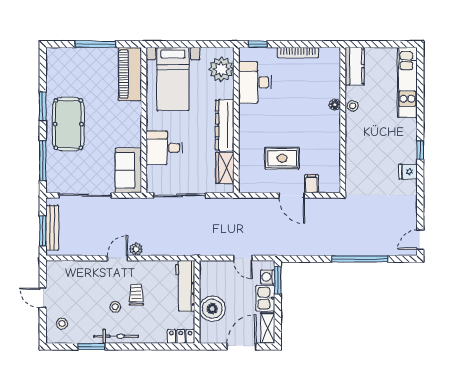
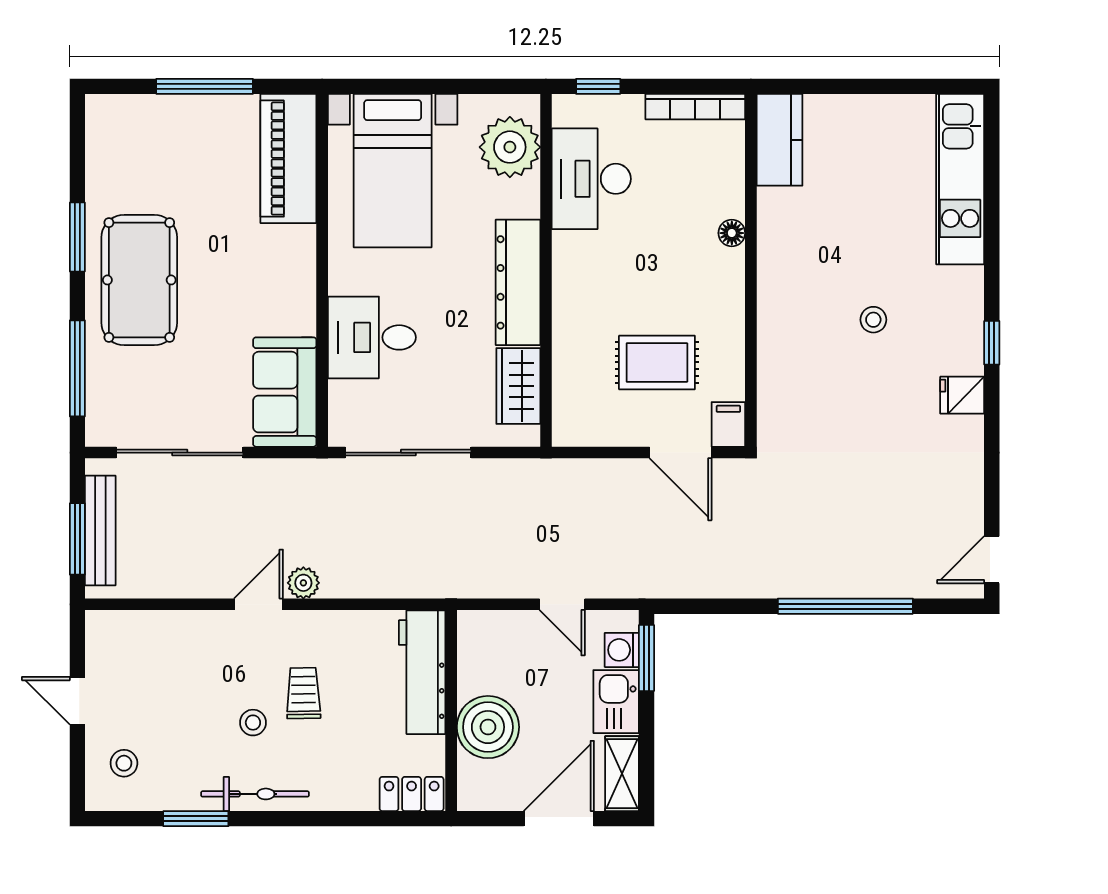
kitchen counter: (355, 66) -> (779, 140), moved
floor lamp: (335, 105) -> (732, 233), moved
stool: (353, 106) -> (873, 320), moved
wall: (343, 120) -> (751, 270), moved

